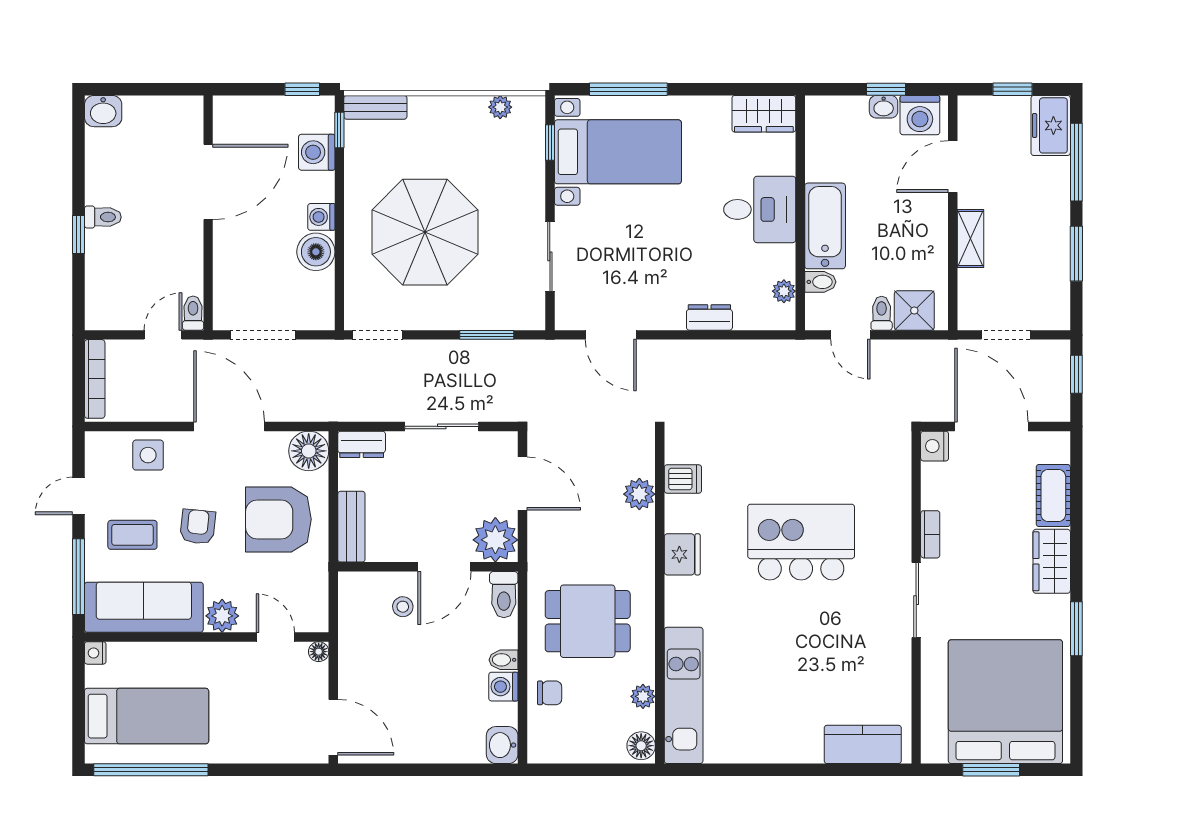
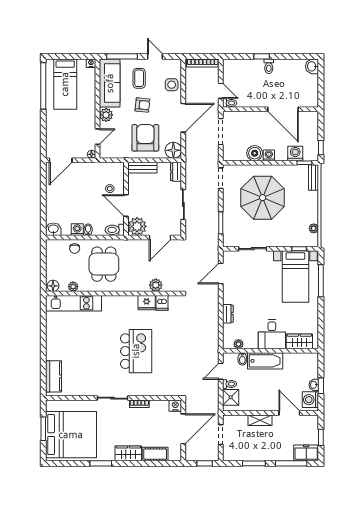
wardrobe: (764, 114) -> (299, 341), moved, turned 90
fridge: (682, 554) -> (147, 303), moved

